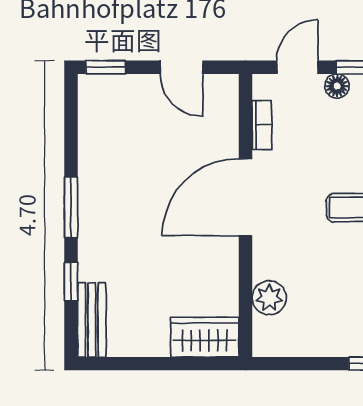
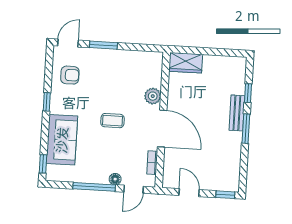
door: (245, 197) -> (162, 129), hinge flipped
plant: (269, 298) -> (153, 96), moved
bench: (92, 320) -> (237, 113), moved

